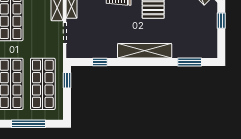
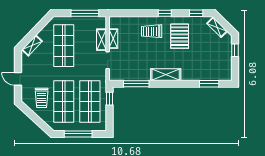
shelving: (145, 51) -> (166, 75), width x0.68
window: (100, 62) -> (136, 84), width x2.17

